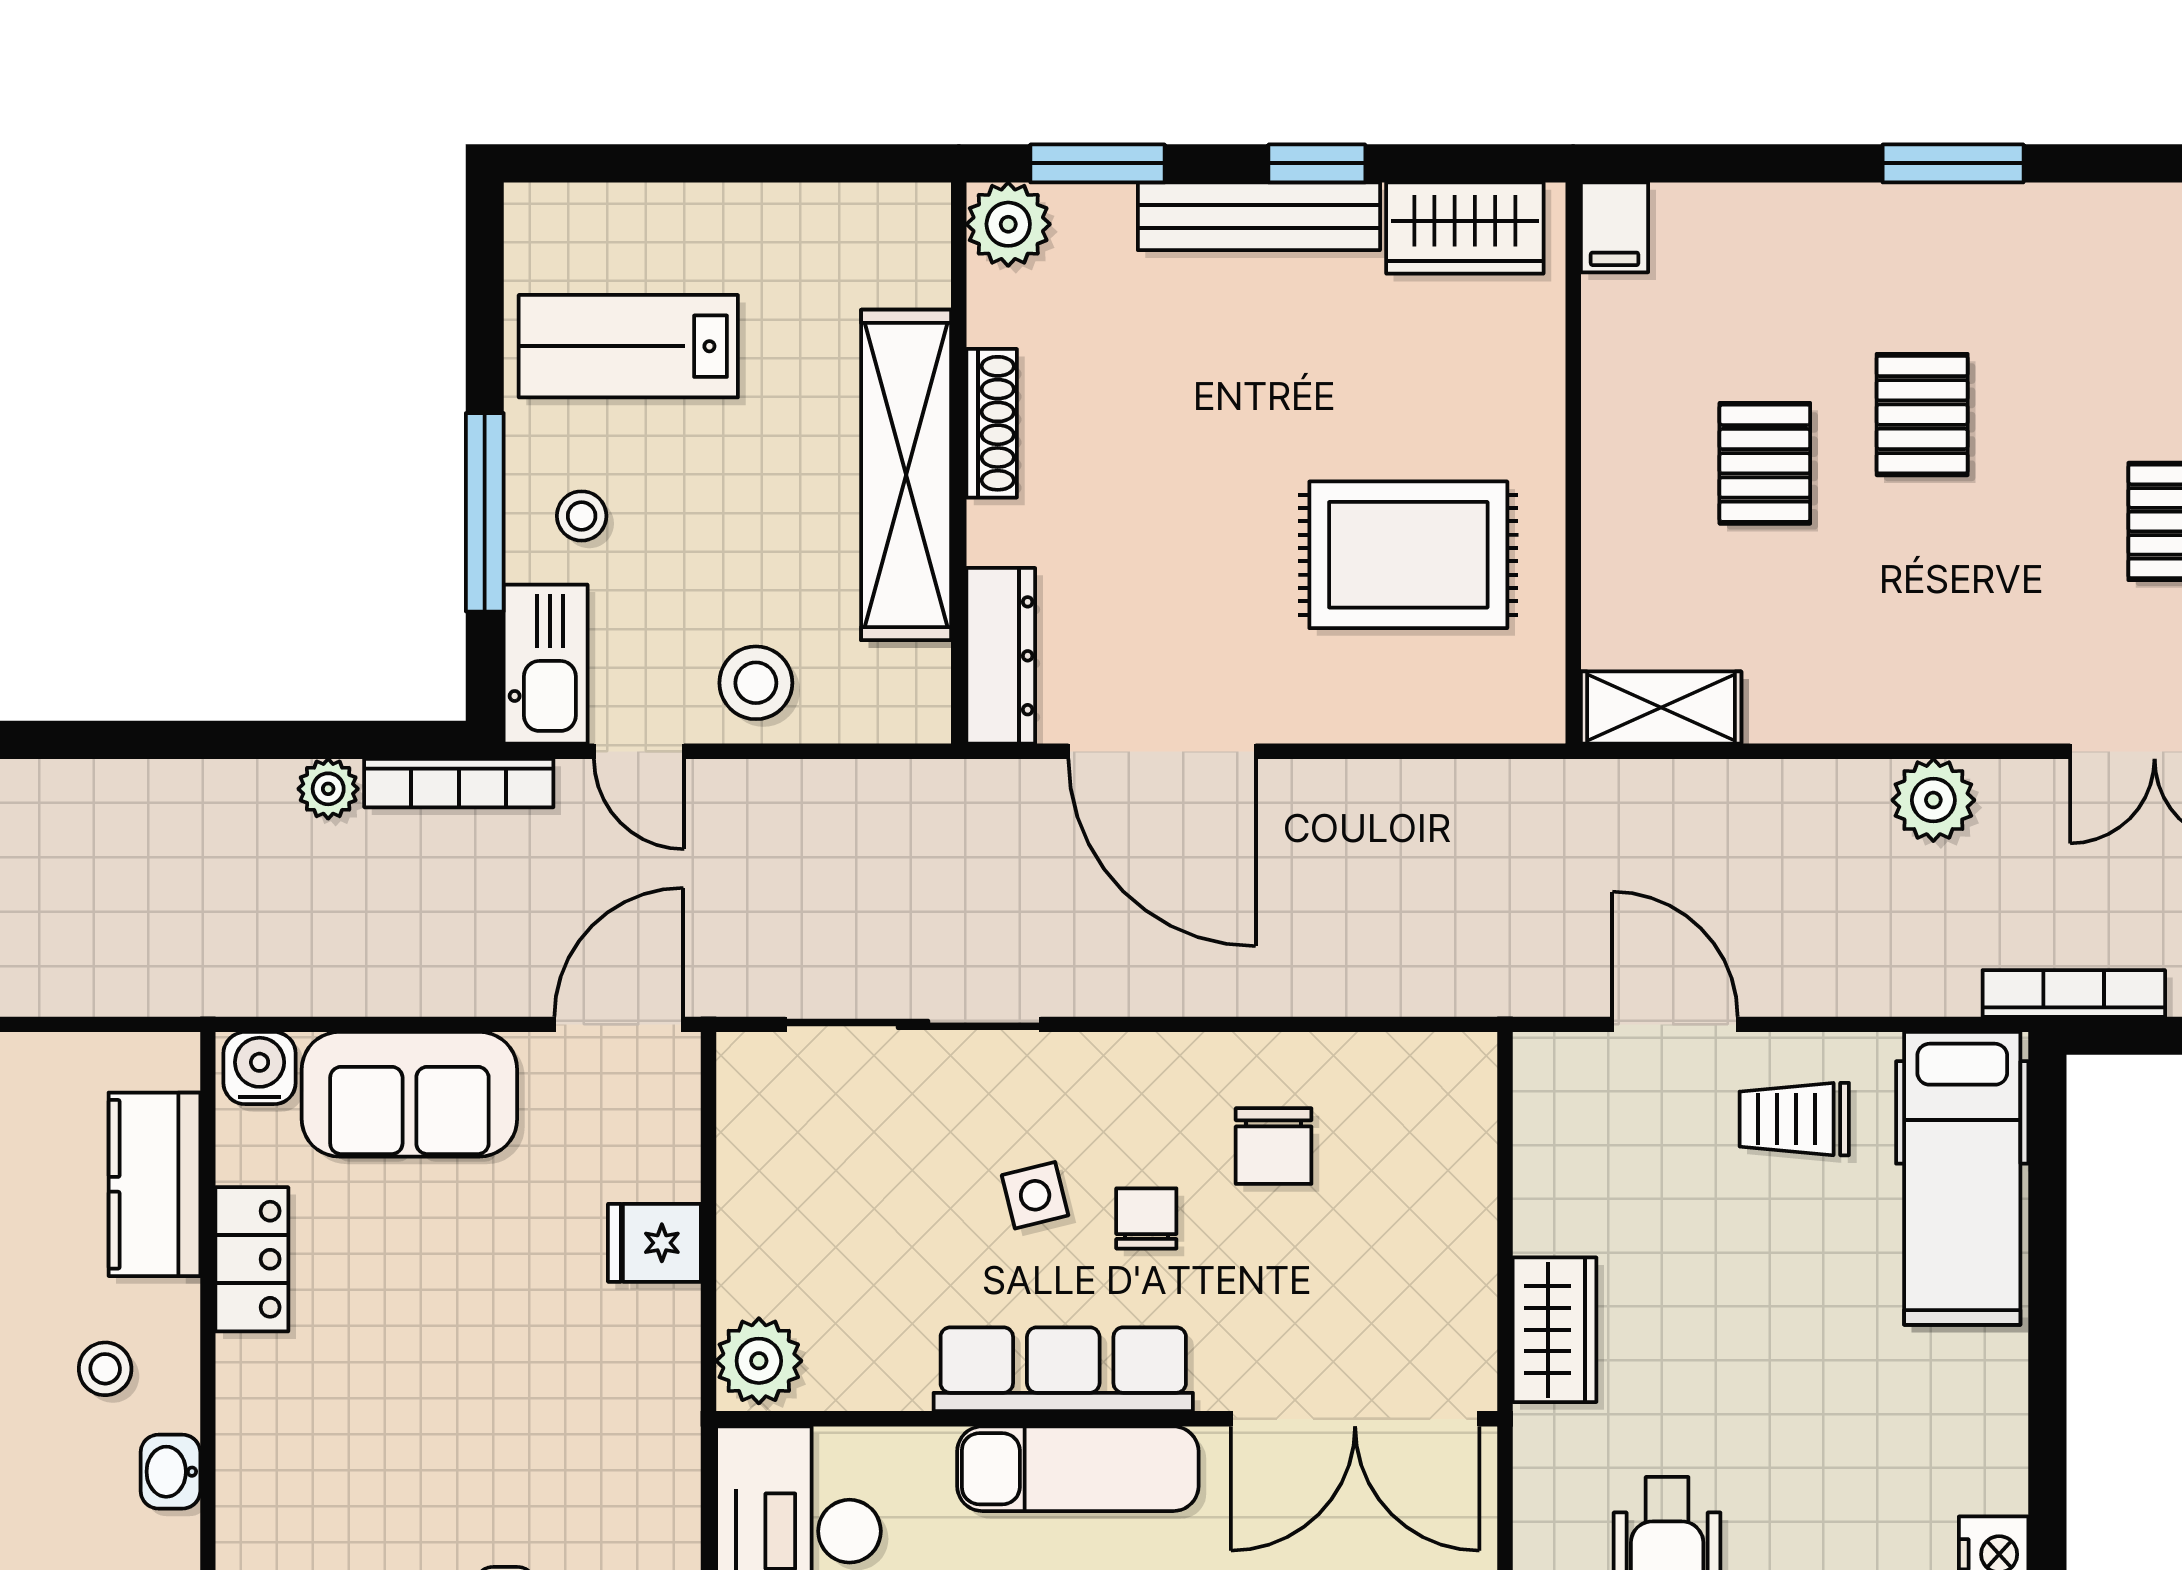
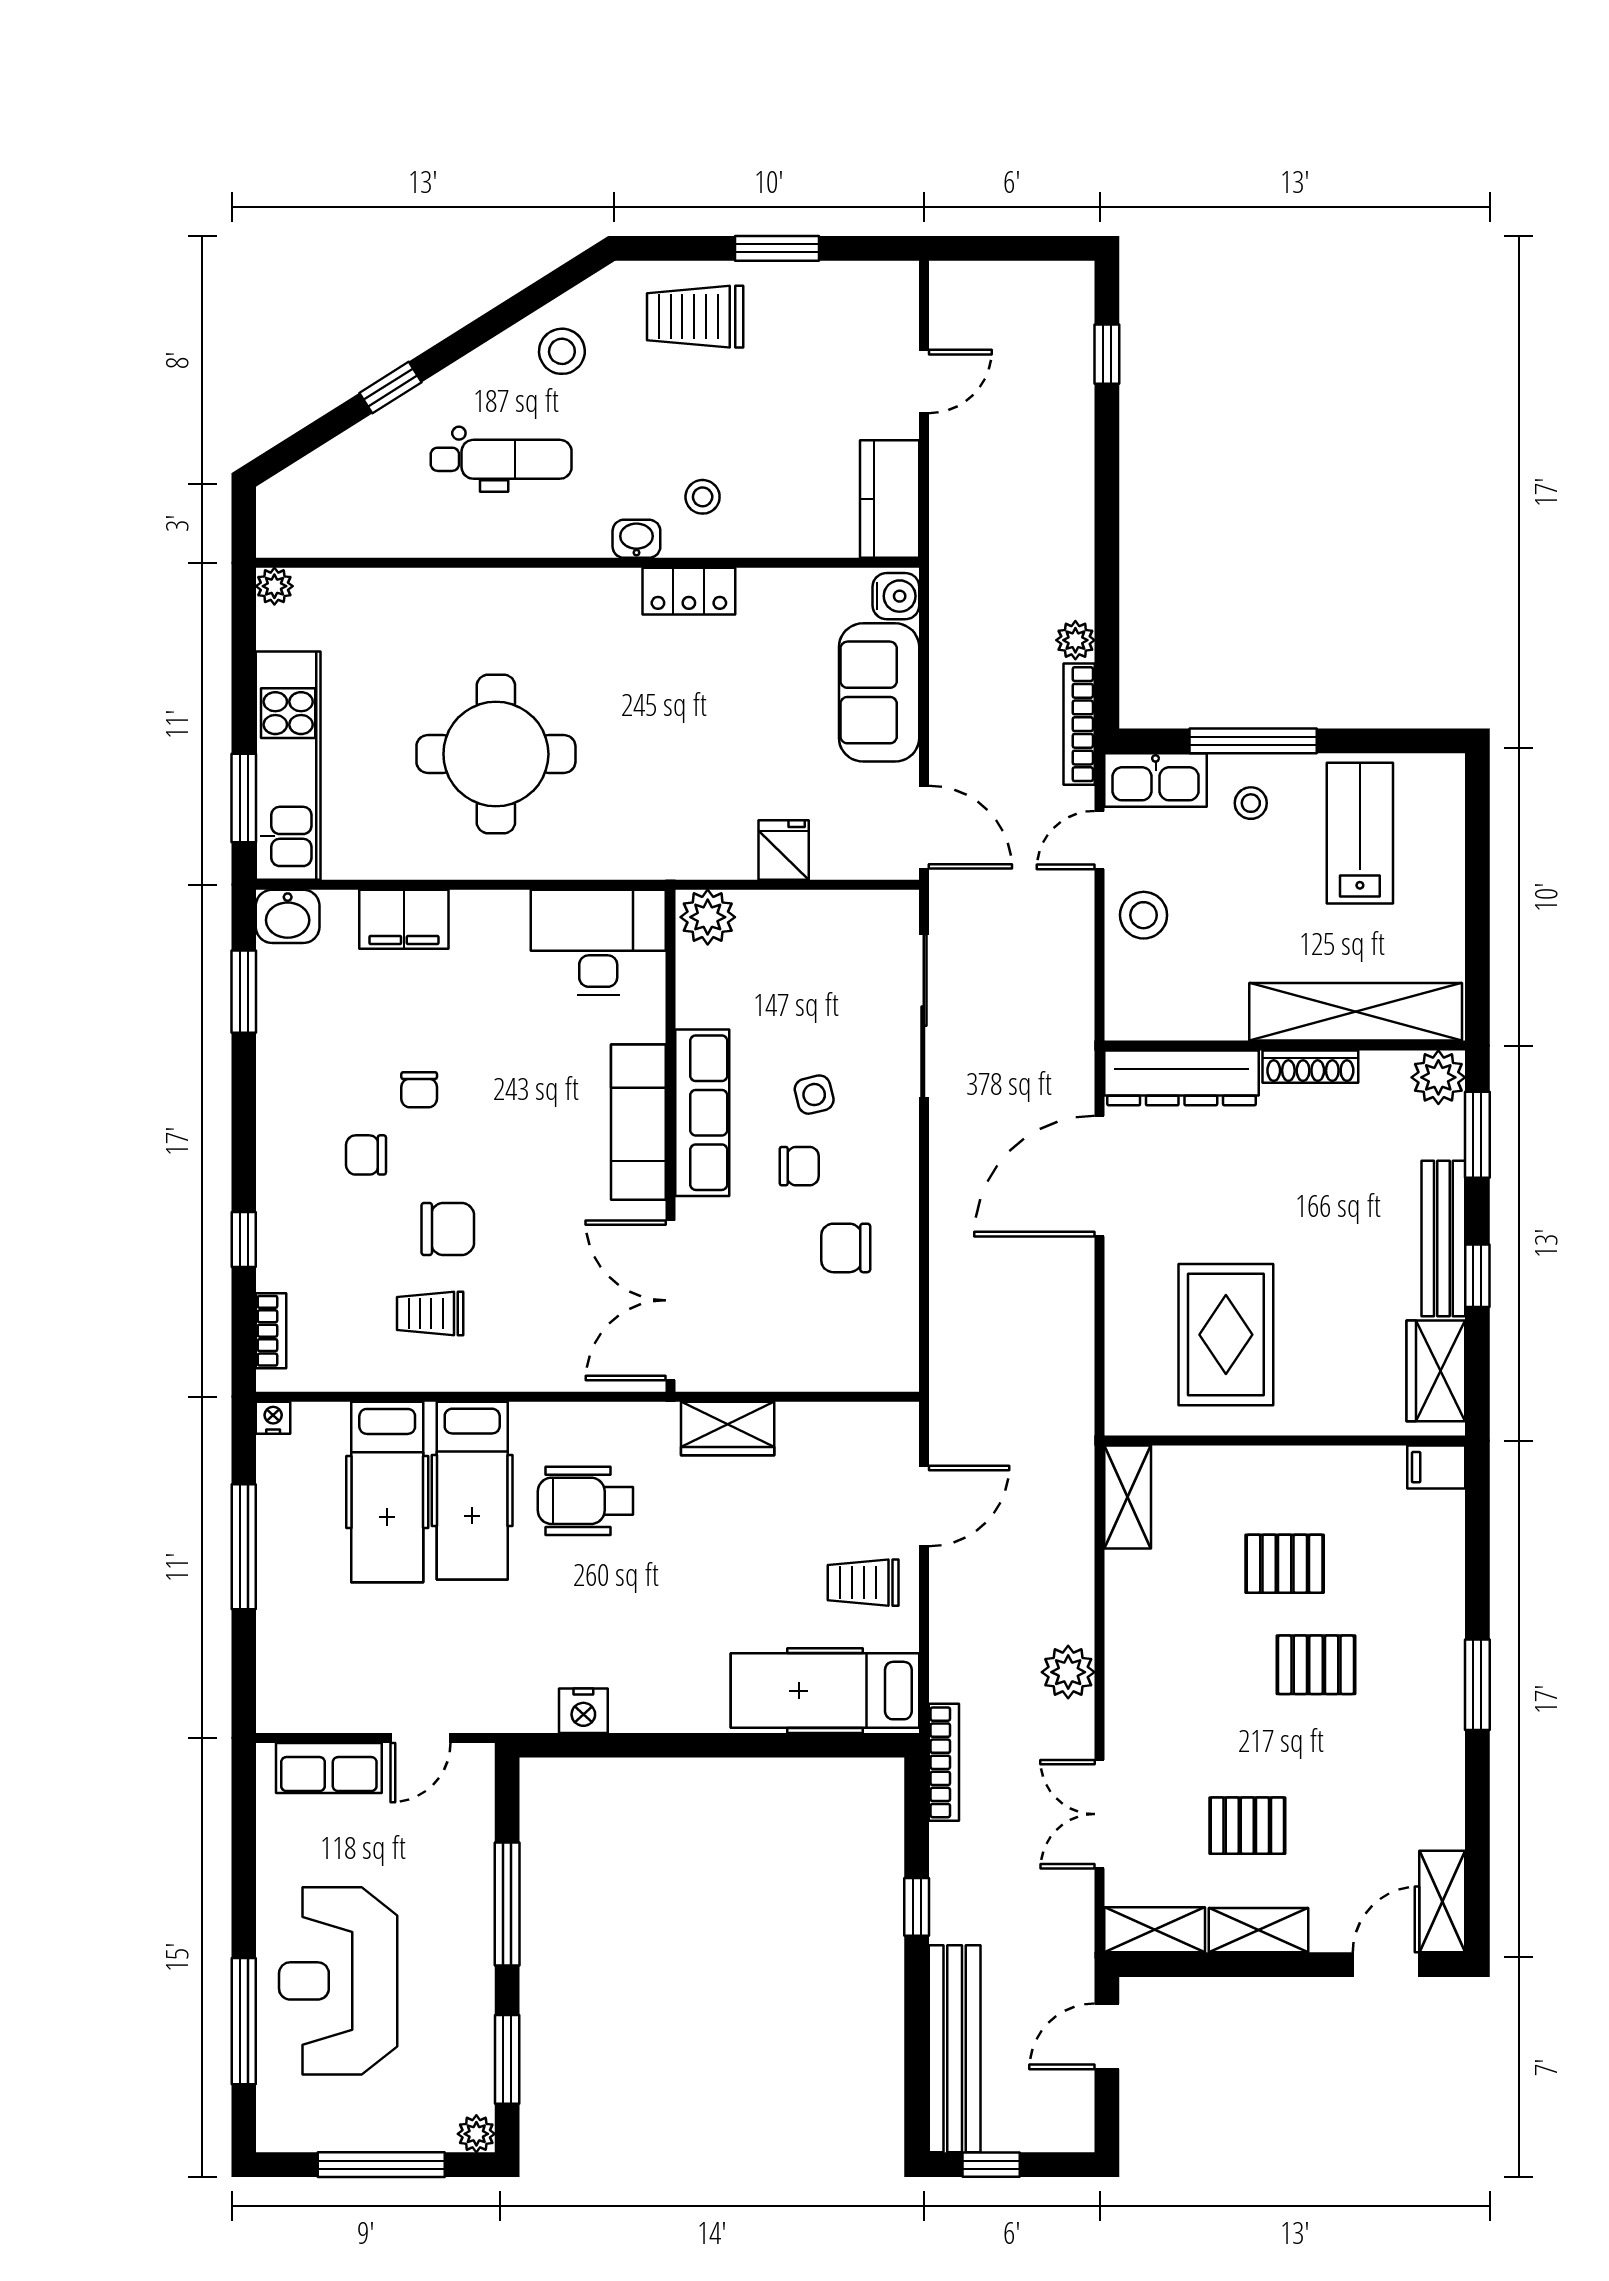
shelving: (906, 475) -> (1356, 1012), moved
dresser: (1001, 656) -> (1182, 1078), width x1.37, depth x1.24
trolley: (1794, 1119) -> (863, 1583), turned -90
kitchen counter: (154, 1184) -> (890, 499), moved, turned -90
locker: (252, 1259) -> (689, 591), moved

